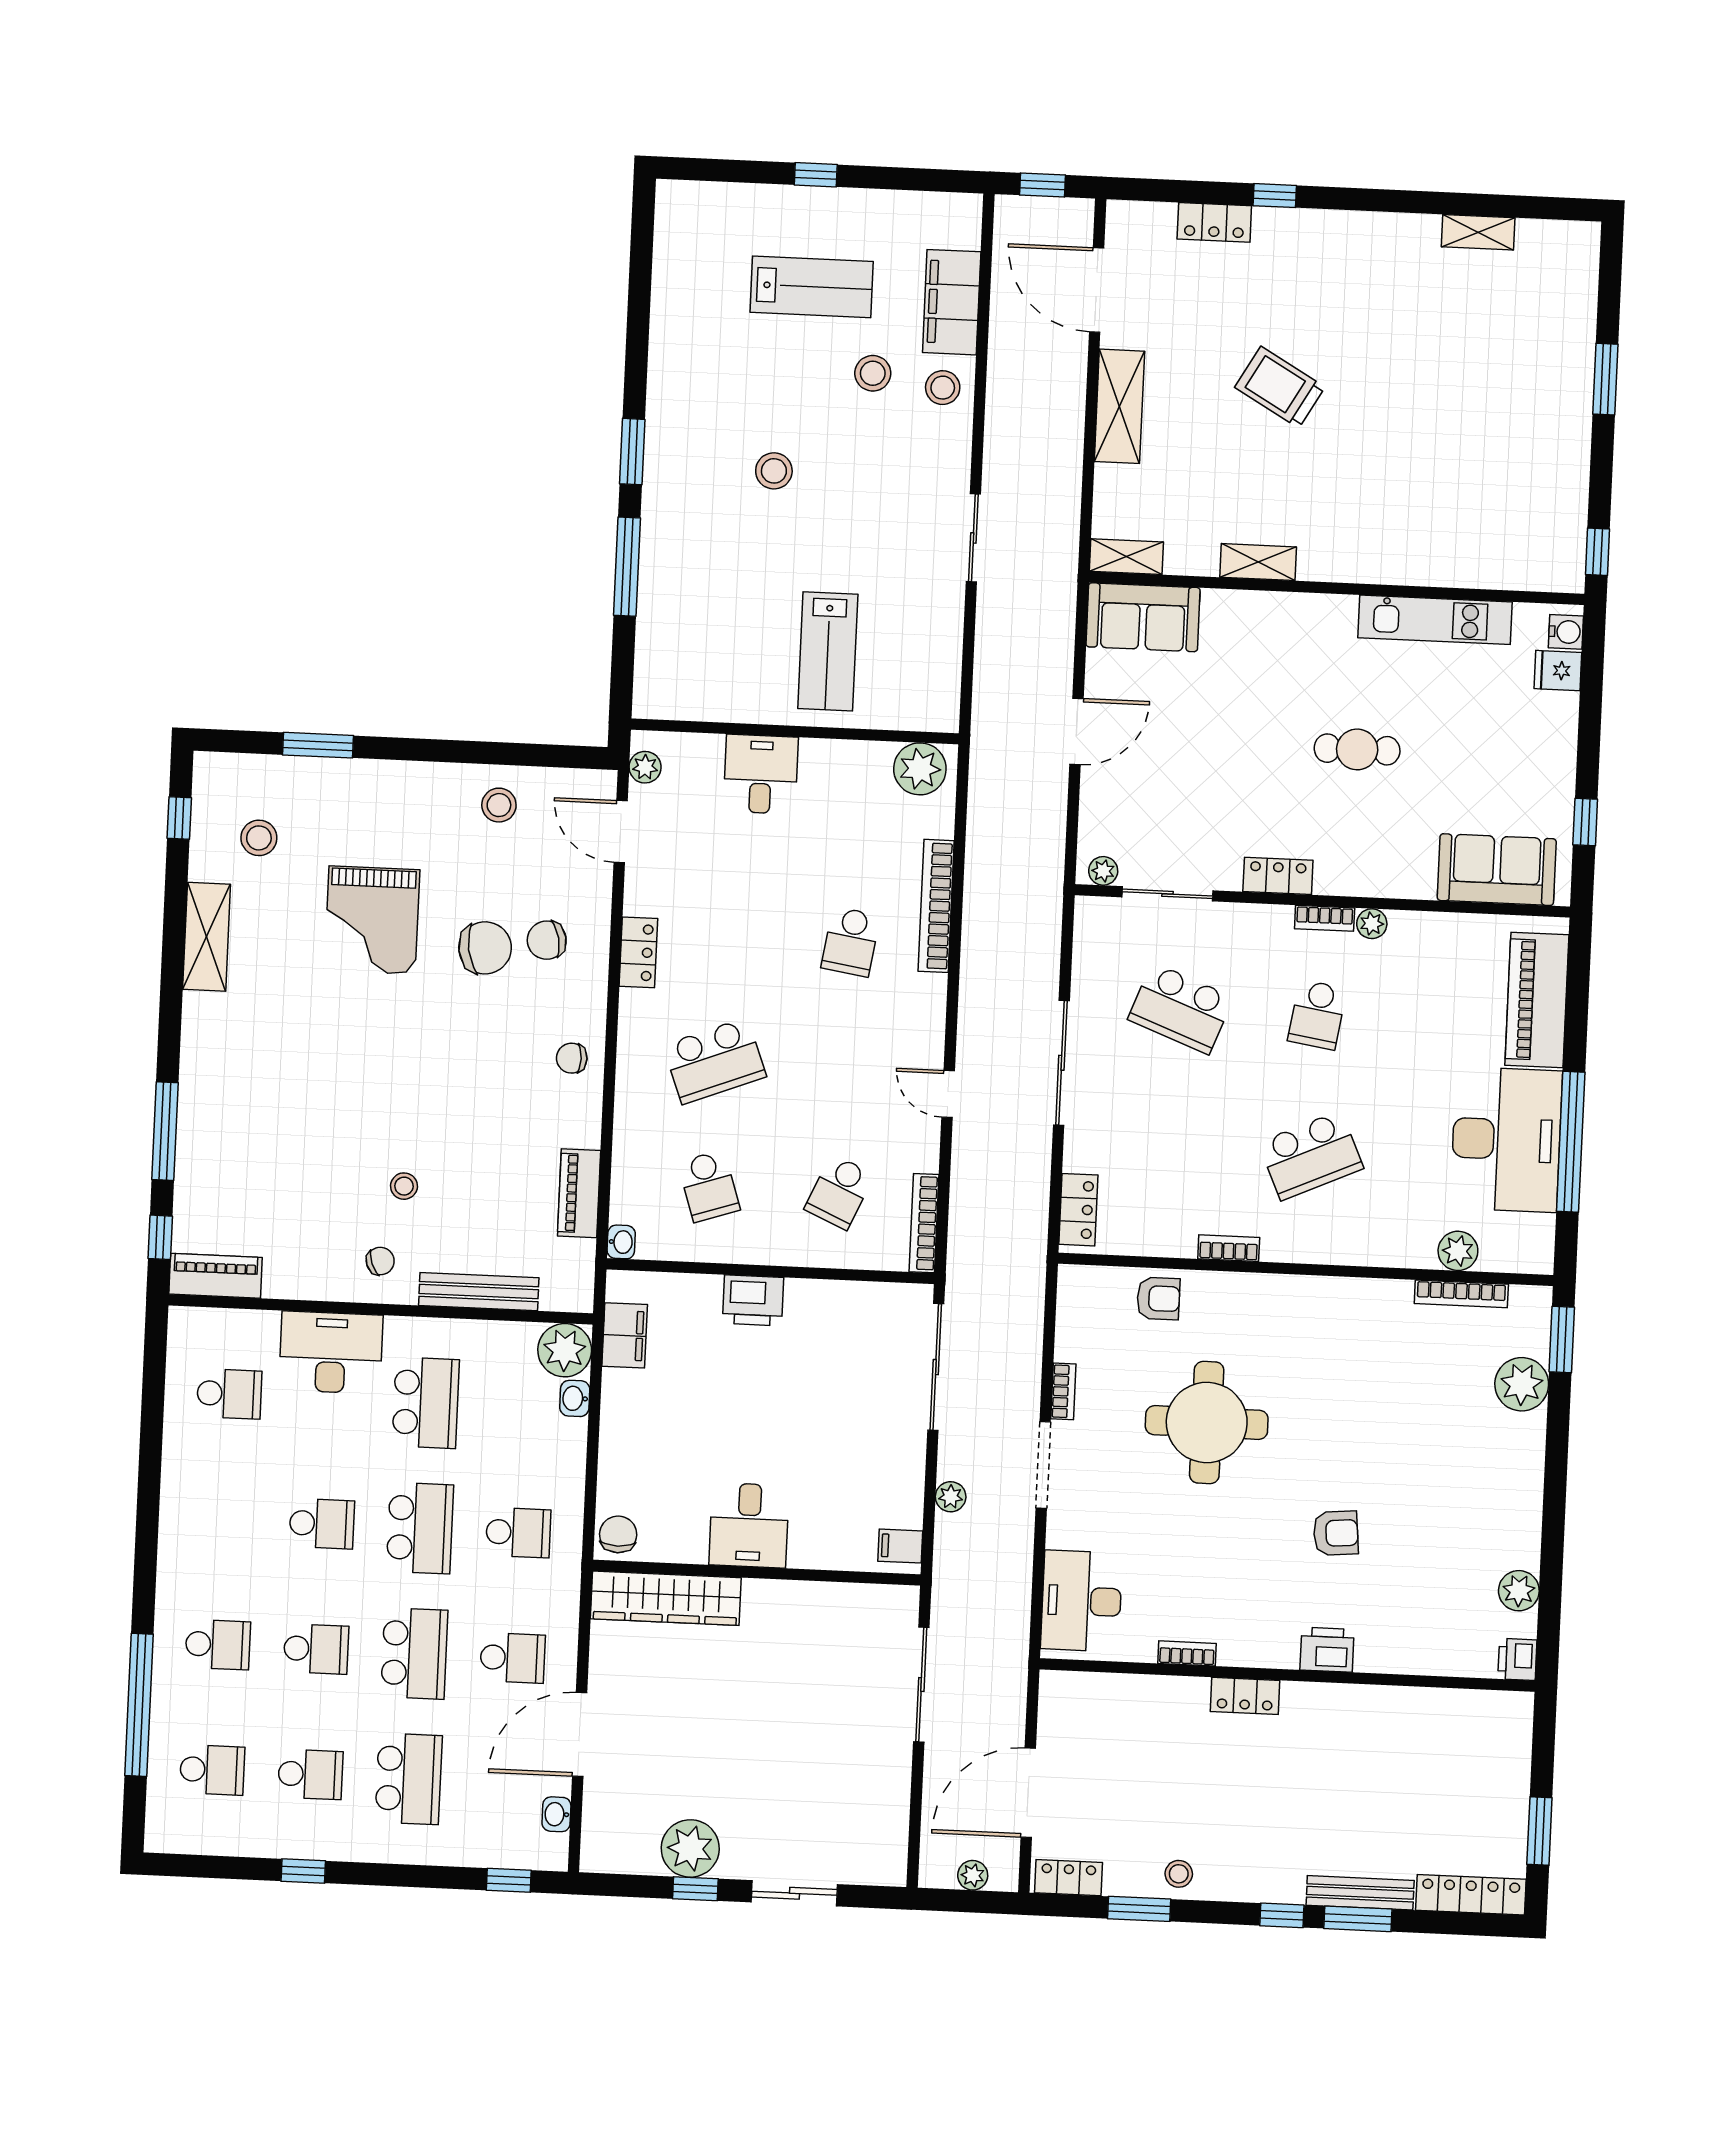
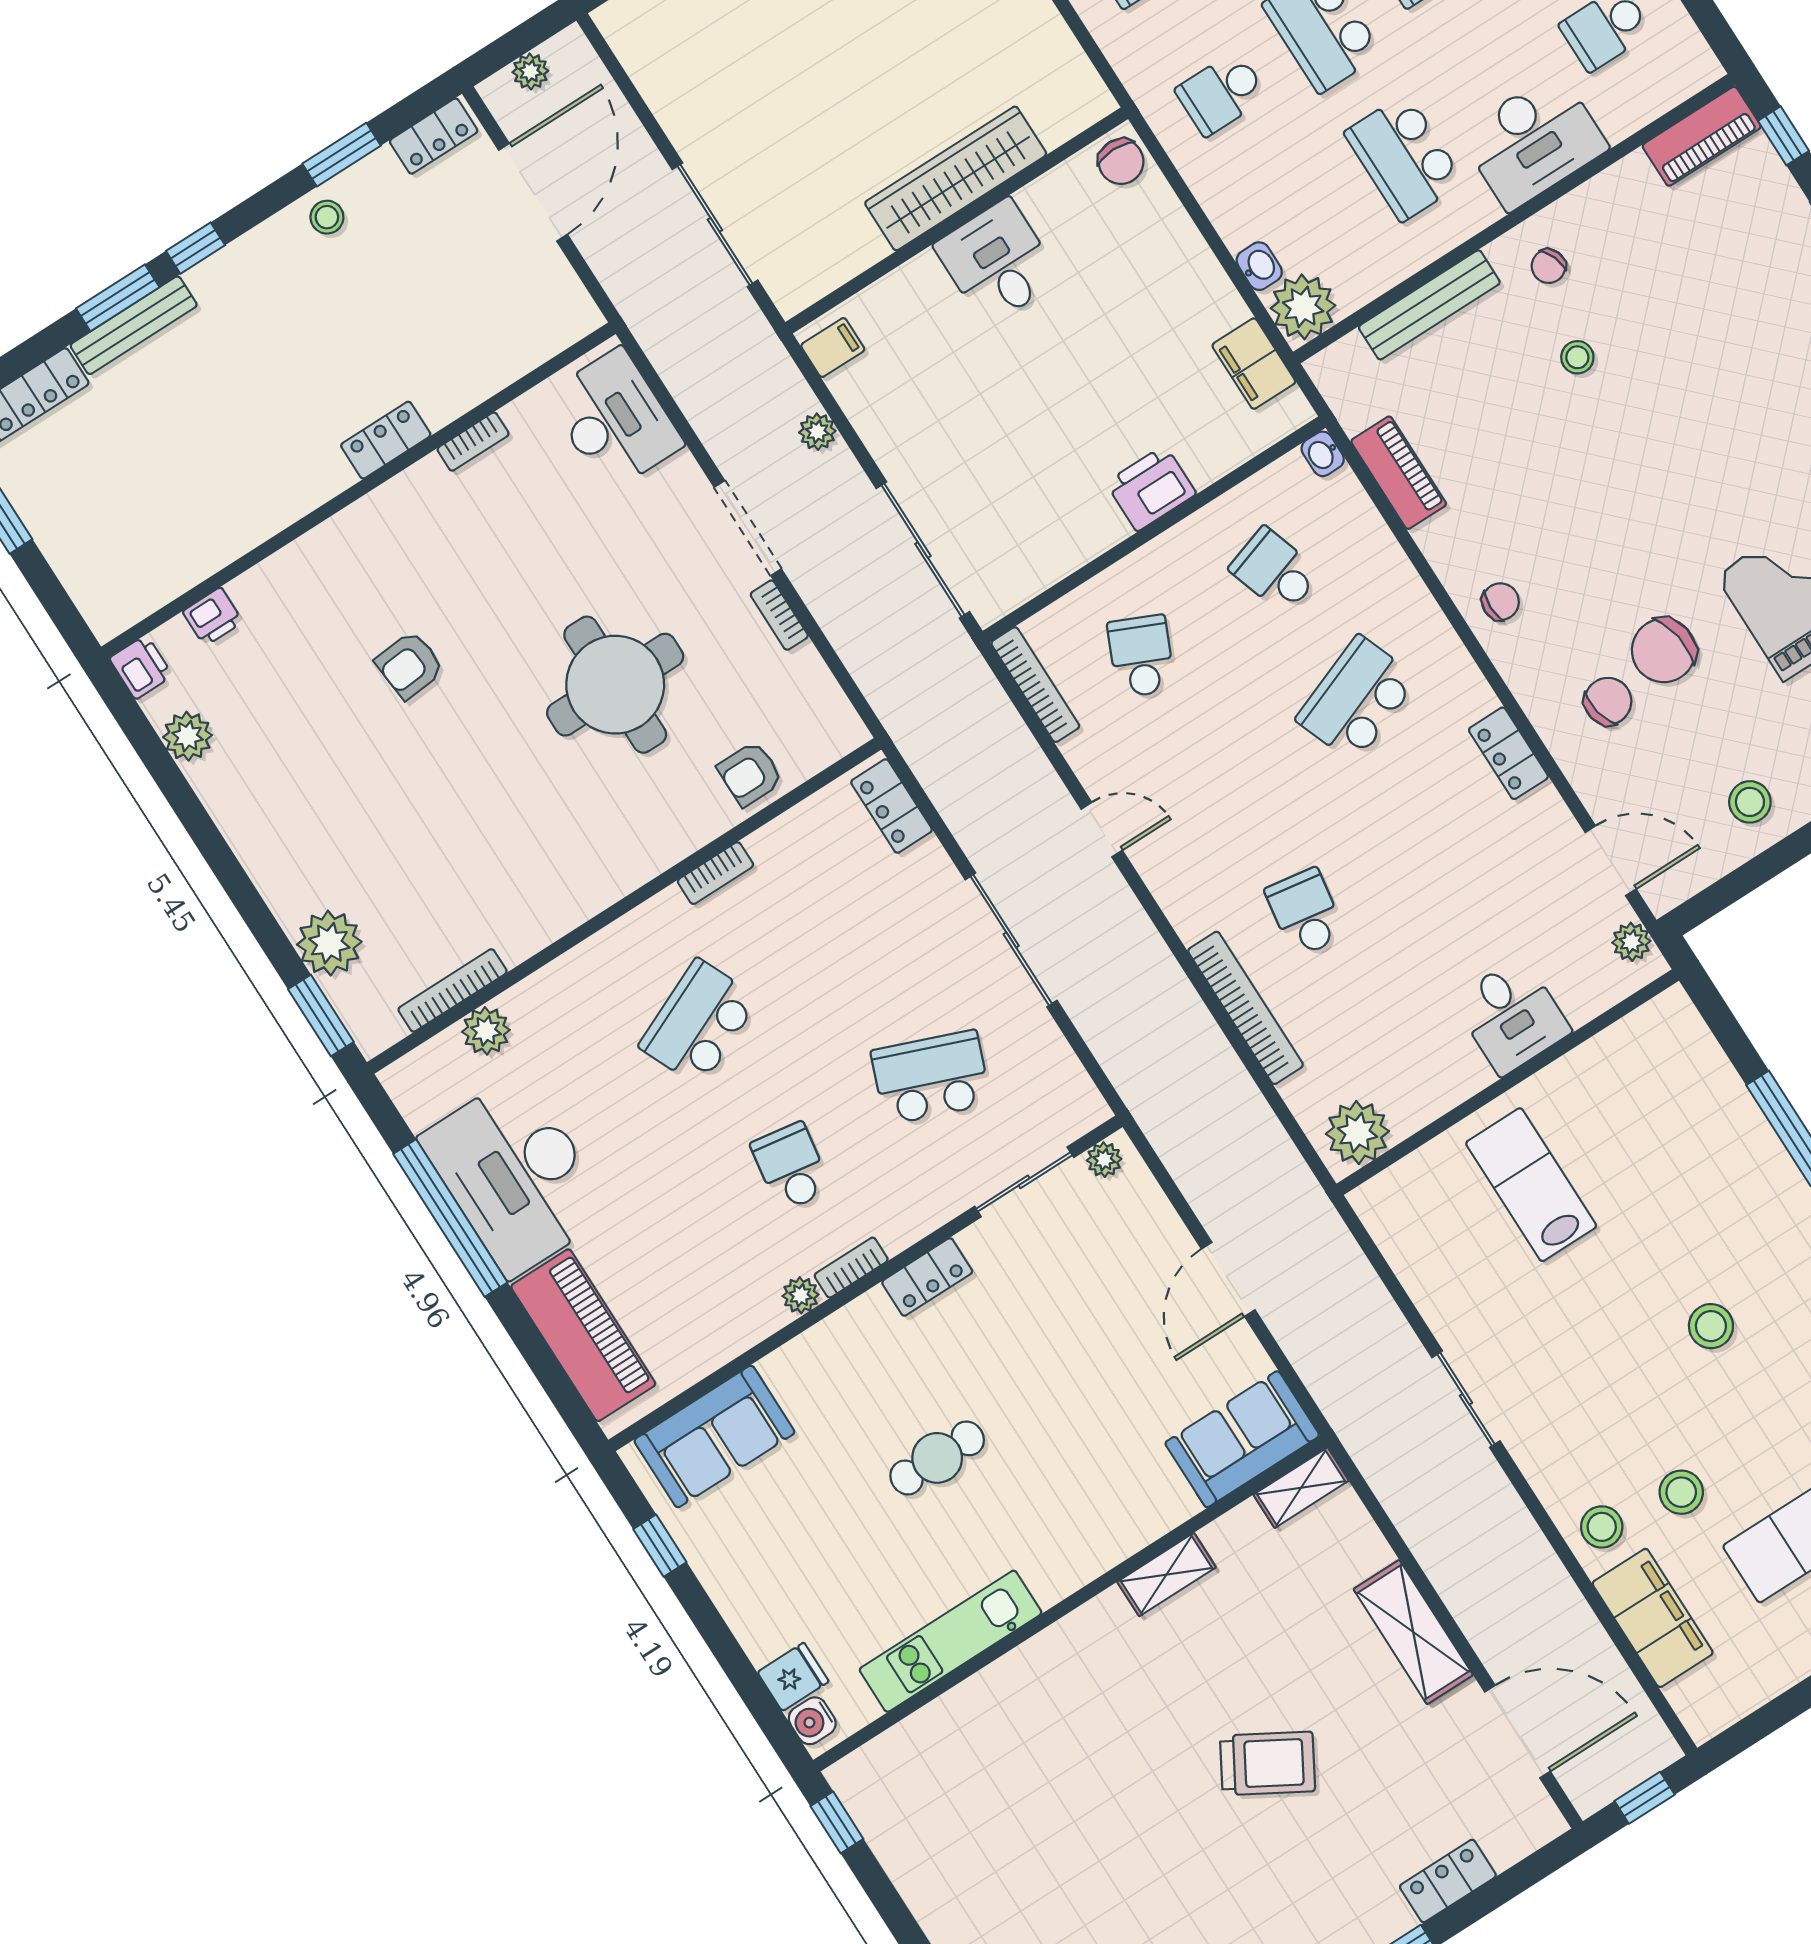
wardrobe: (666, 1598) -> (956, 178), moved
printer: (1327, 1650) -> (213, 617), moved, width x0.73, depth x0.81

